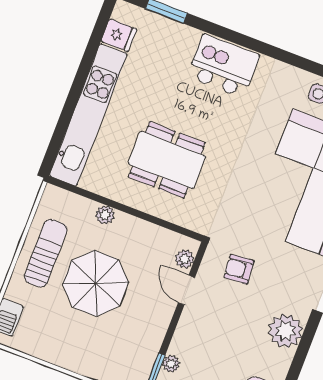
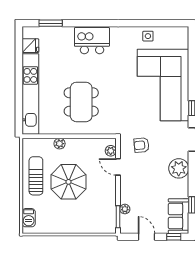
dining table: (167, 160) -> (81, 102), turned 90

